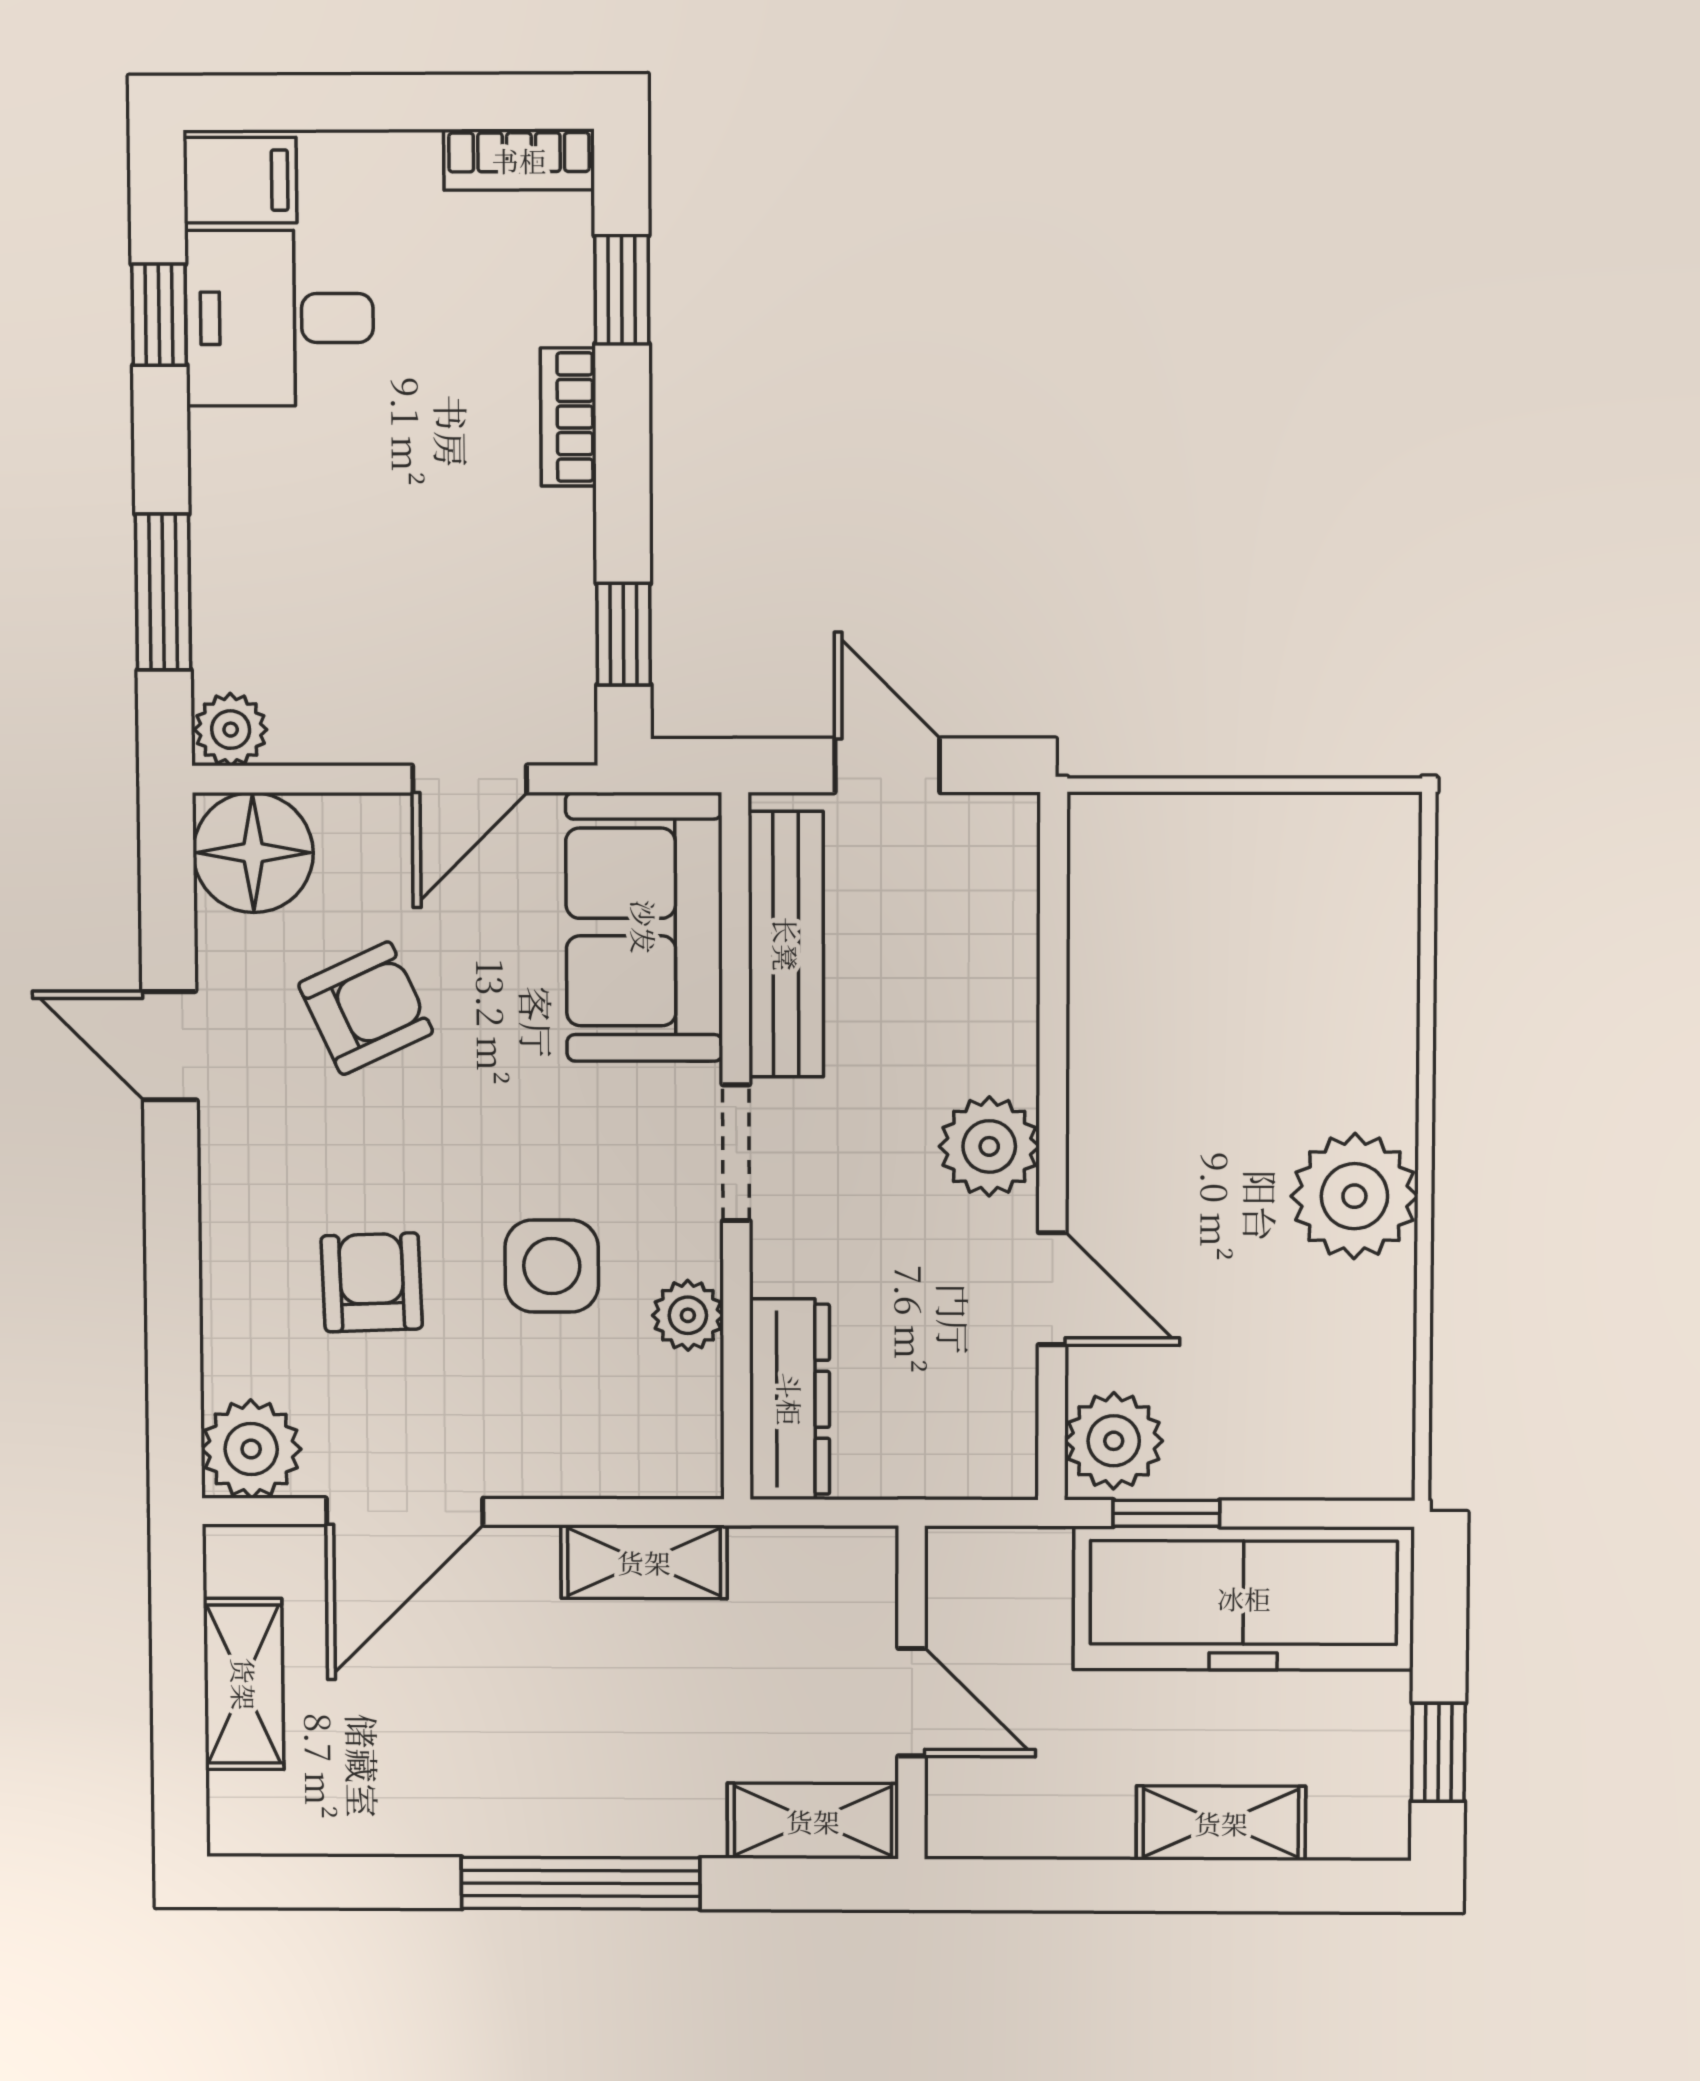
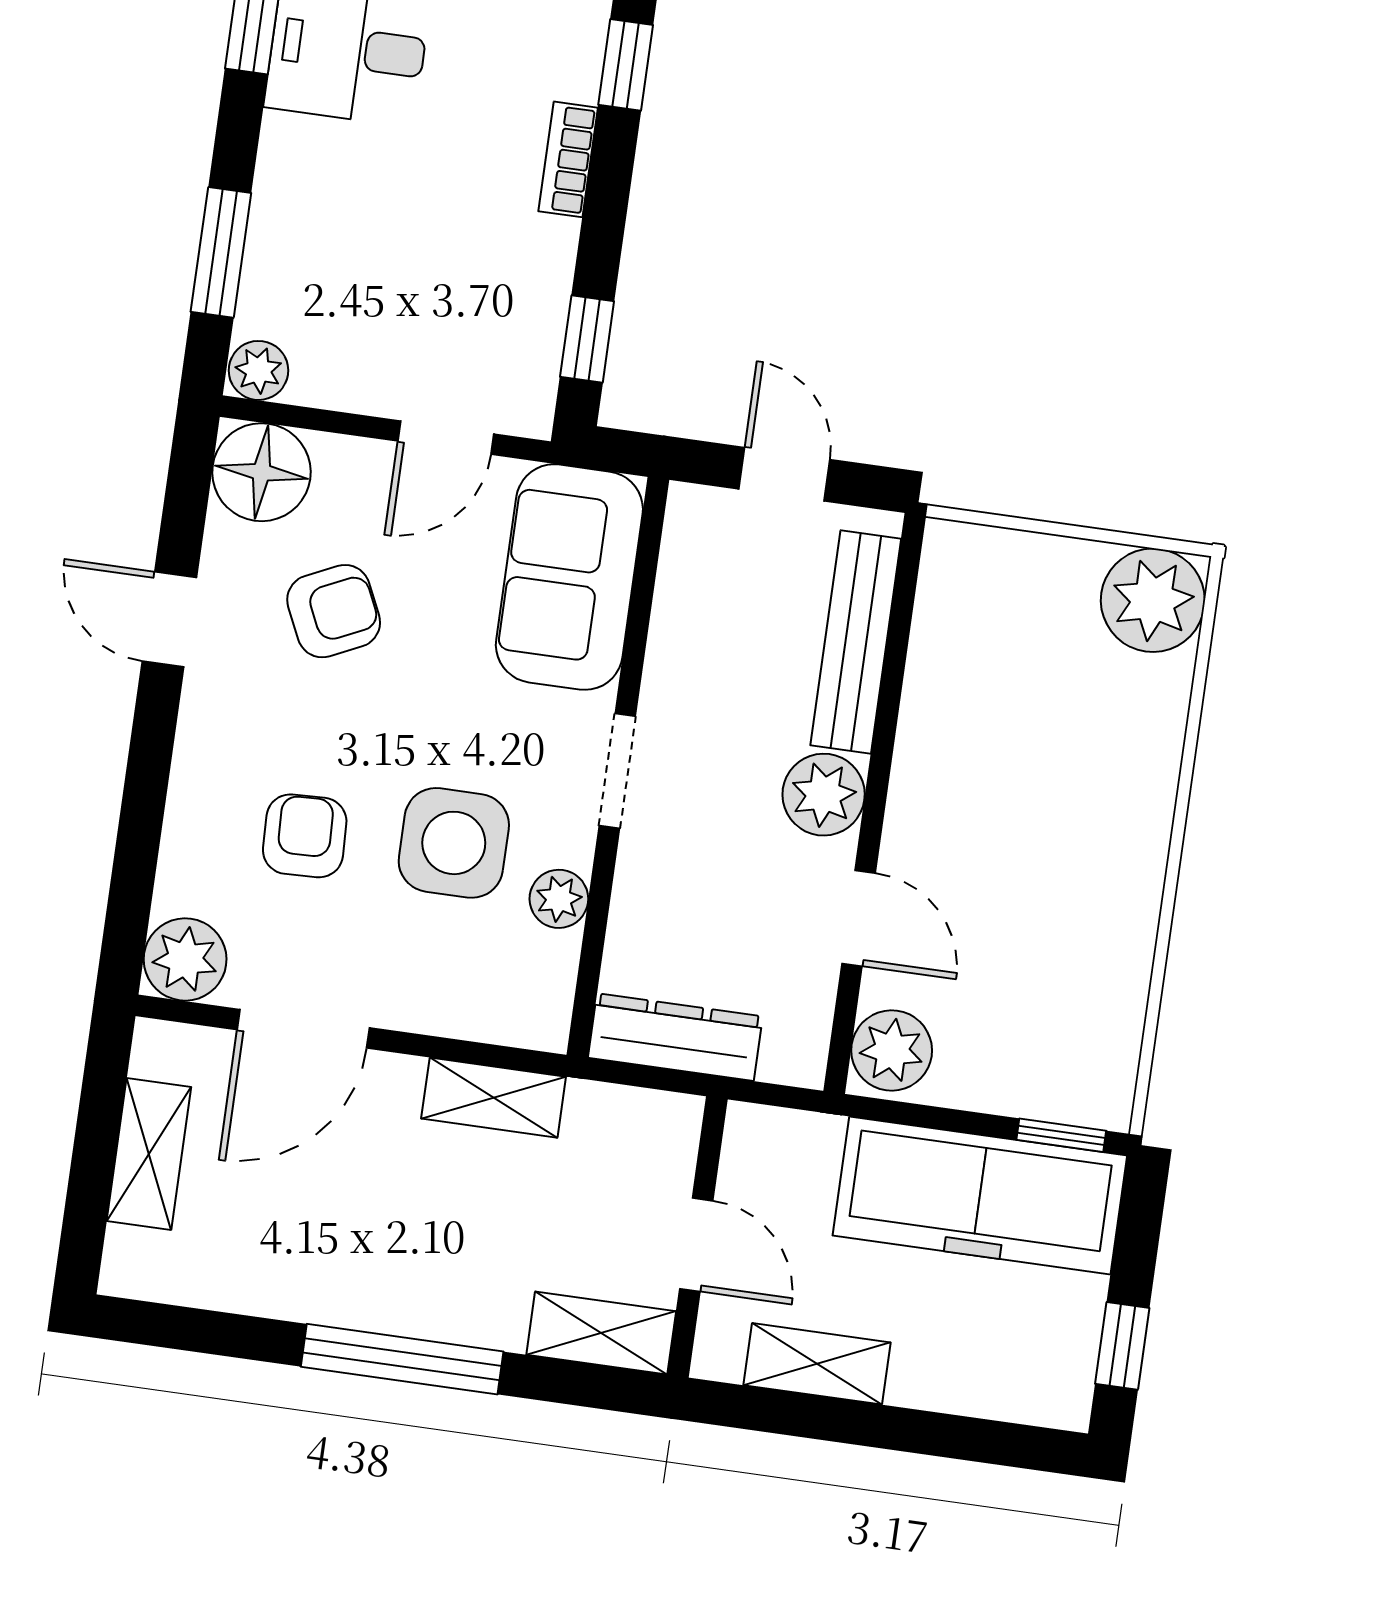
bench: (786, 944) -> (856, 642), moved
plant: (1354, 1196) -> (1153, 600), moved
side table: (552, 1266) -> (454, 843), width x1.37, depth x1.37
dresser: (790, 1399) -> (675, 1037), moved, turned -90
window: (1166, 1513) -> (1061, 1135), moved
shelving: (1221, 1823) -> (817, 1364), moved

